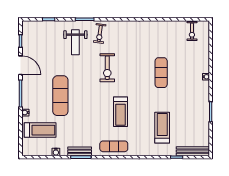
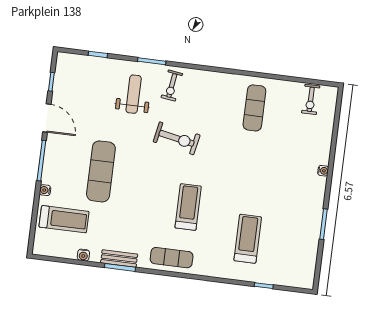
weight bench: (75, 42) -> (134, 94), turned 180
exercise bike: (107, 68) -> (177, 138), turned -79
exercise mat: (161, 73) -> (254, 108), moved
treadmill: (121, 112) -> (188, 207), turned 180
bench: (193, 151) -> (289, 280), removed

